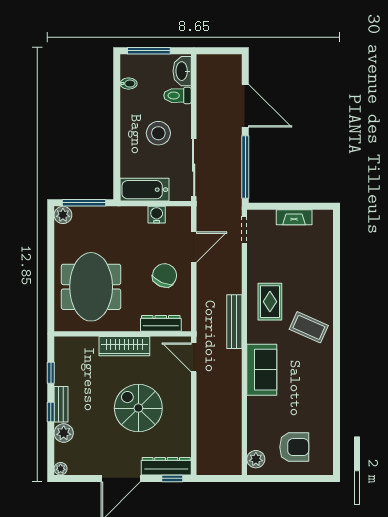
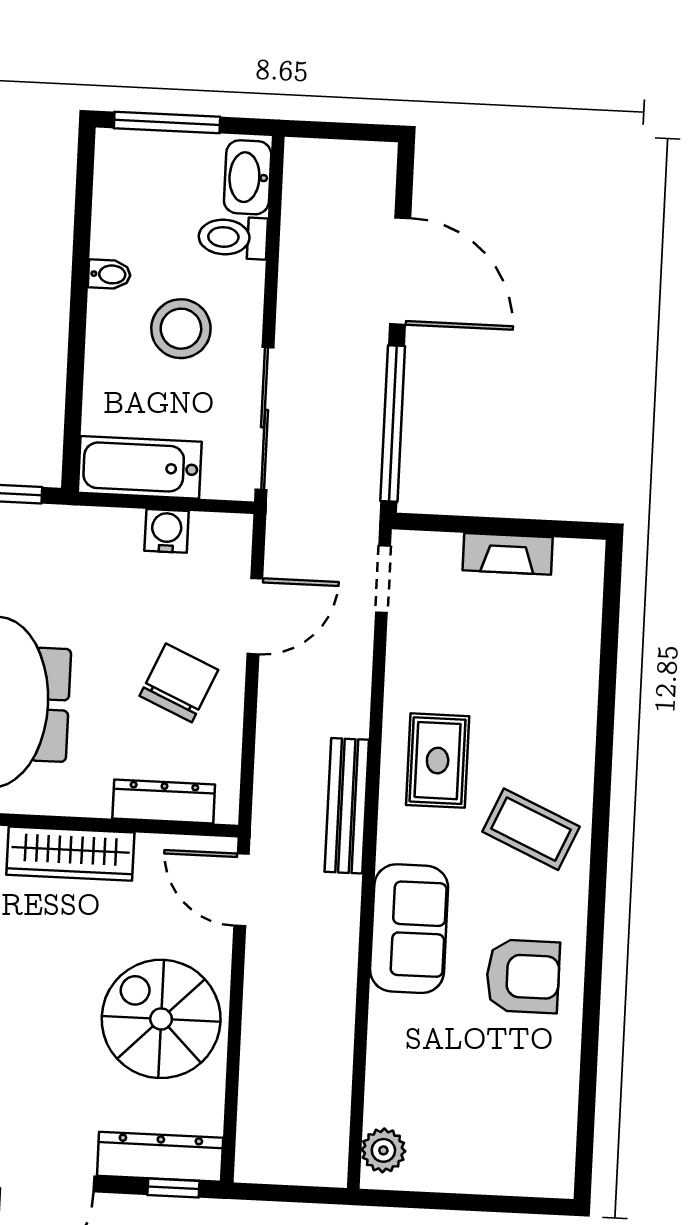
bidet: (129, 84) -> (109, 274), moved
spiral stairs: (138, 408) -> (161, 1019), moved
armchair: (294, 447) -> (523, 976), moved

